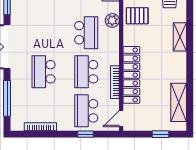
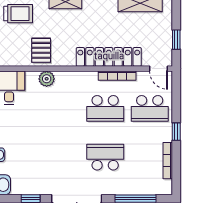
school desk: (86, 33) -> (61, 108), removed
school desk: (43, 72) -> (105, 157), turned 180
window: (85, 134) -> (176, 132), moved
window: (160, 134) -> (176, 40), moved

